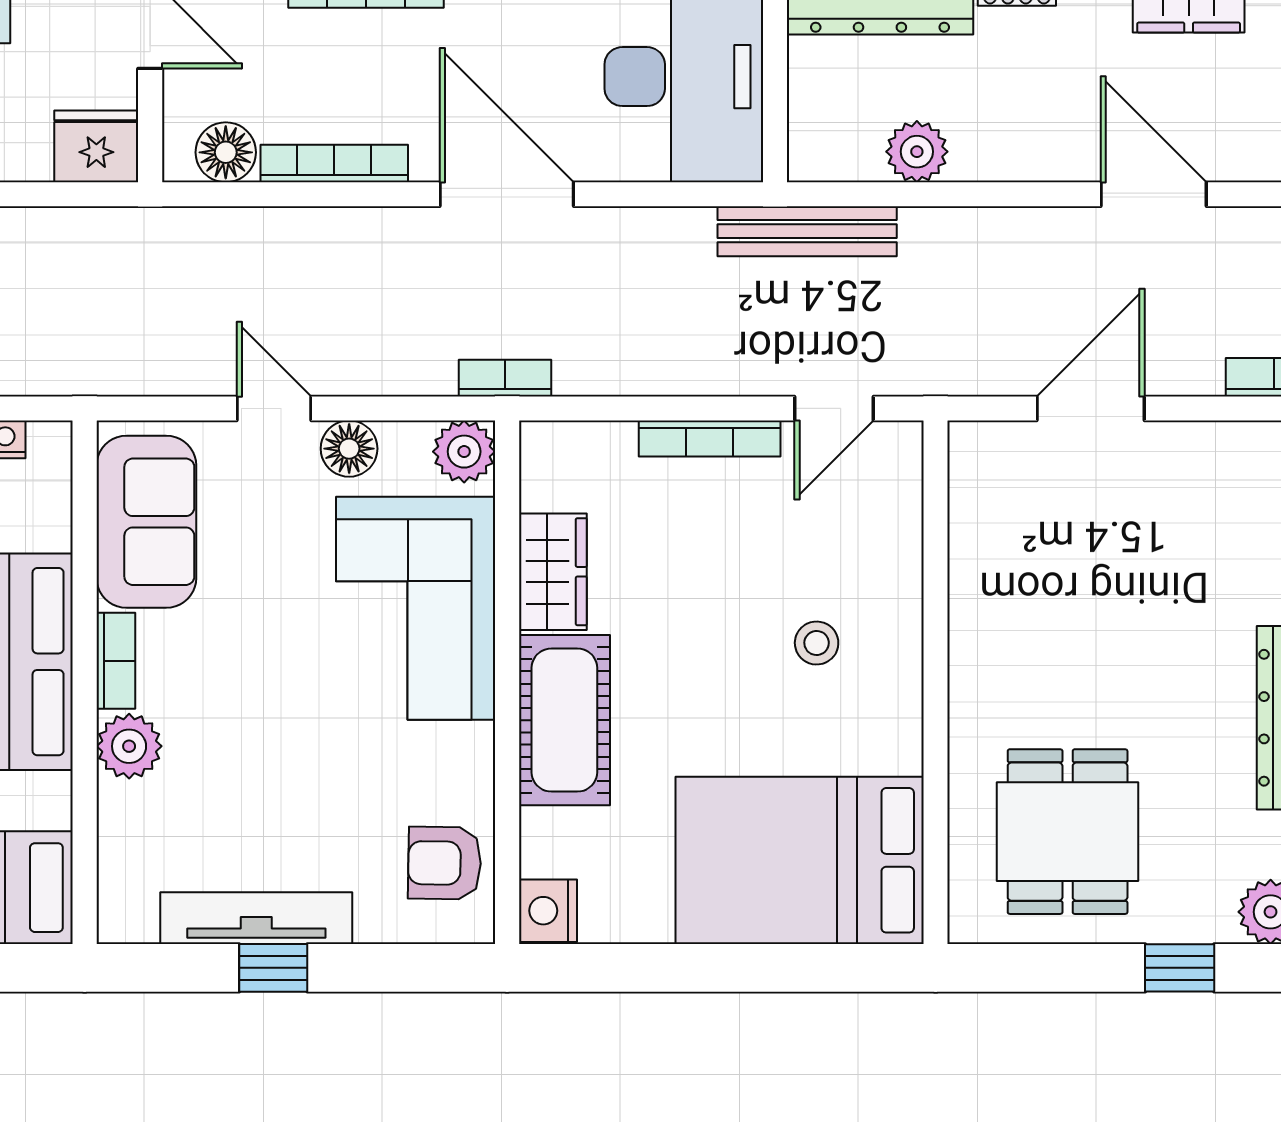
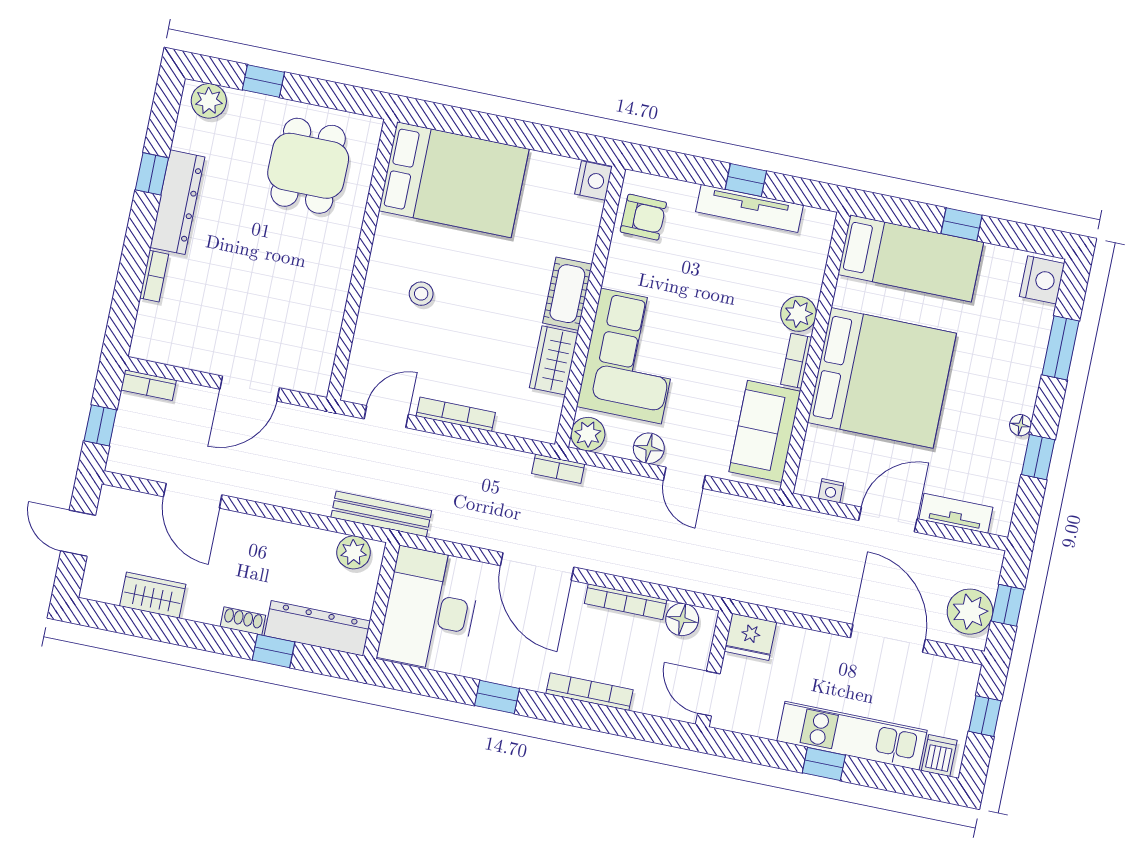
plant: (917, 152) -> (354, 552), moved
cot: (564, 720) -> (567, 294), width x0.73, depth x0.75

